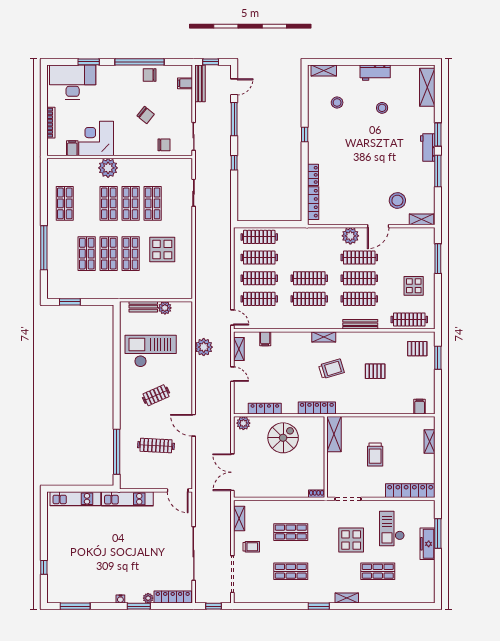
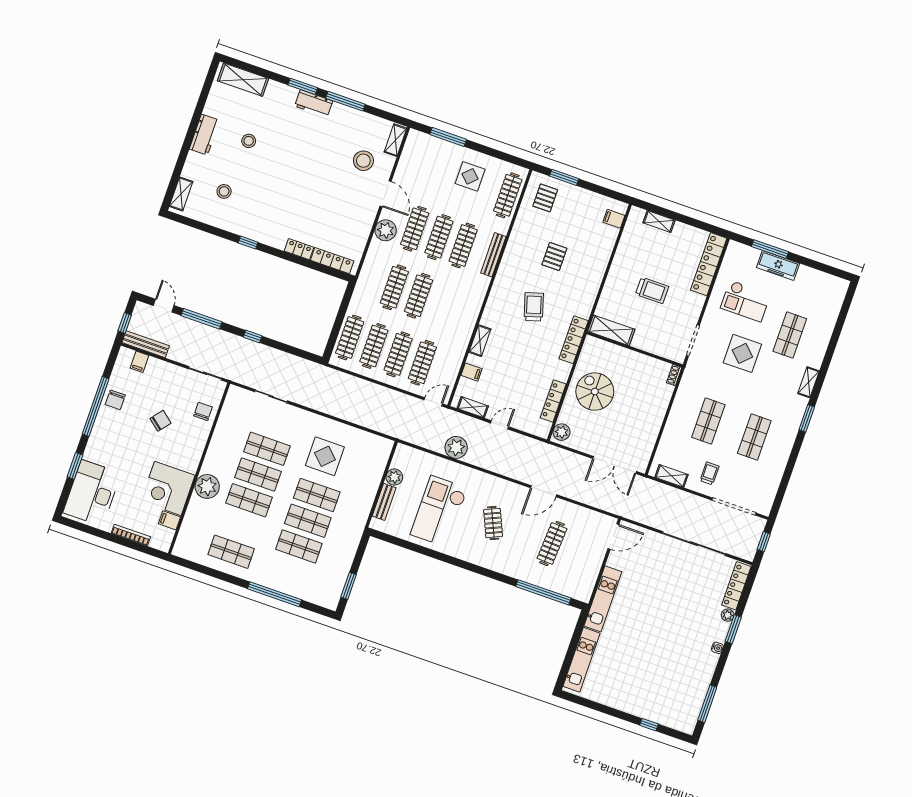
clothes rail: (309, 299) -> (394, 287), moved
shelving: (324, 337) -> (480, 341), moved

